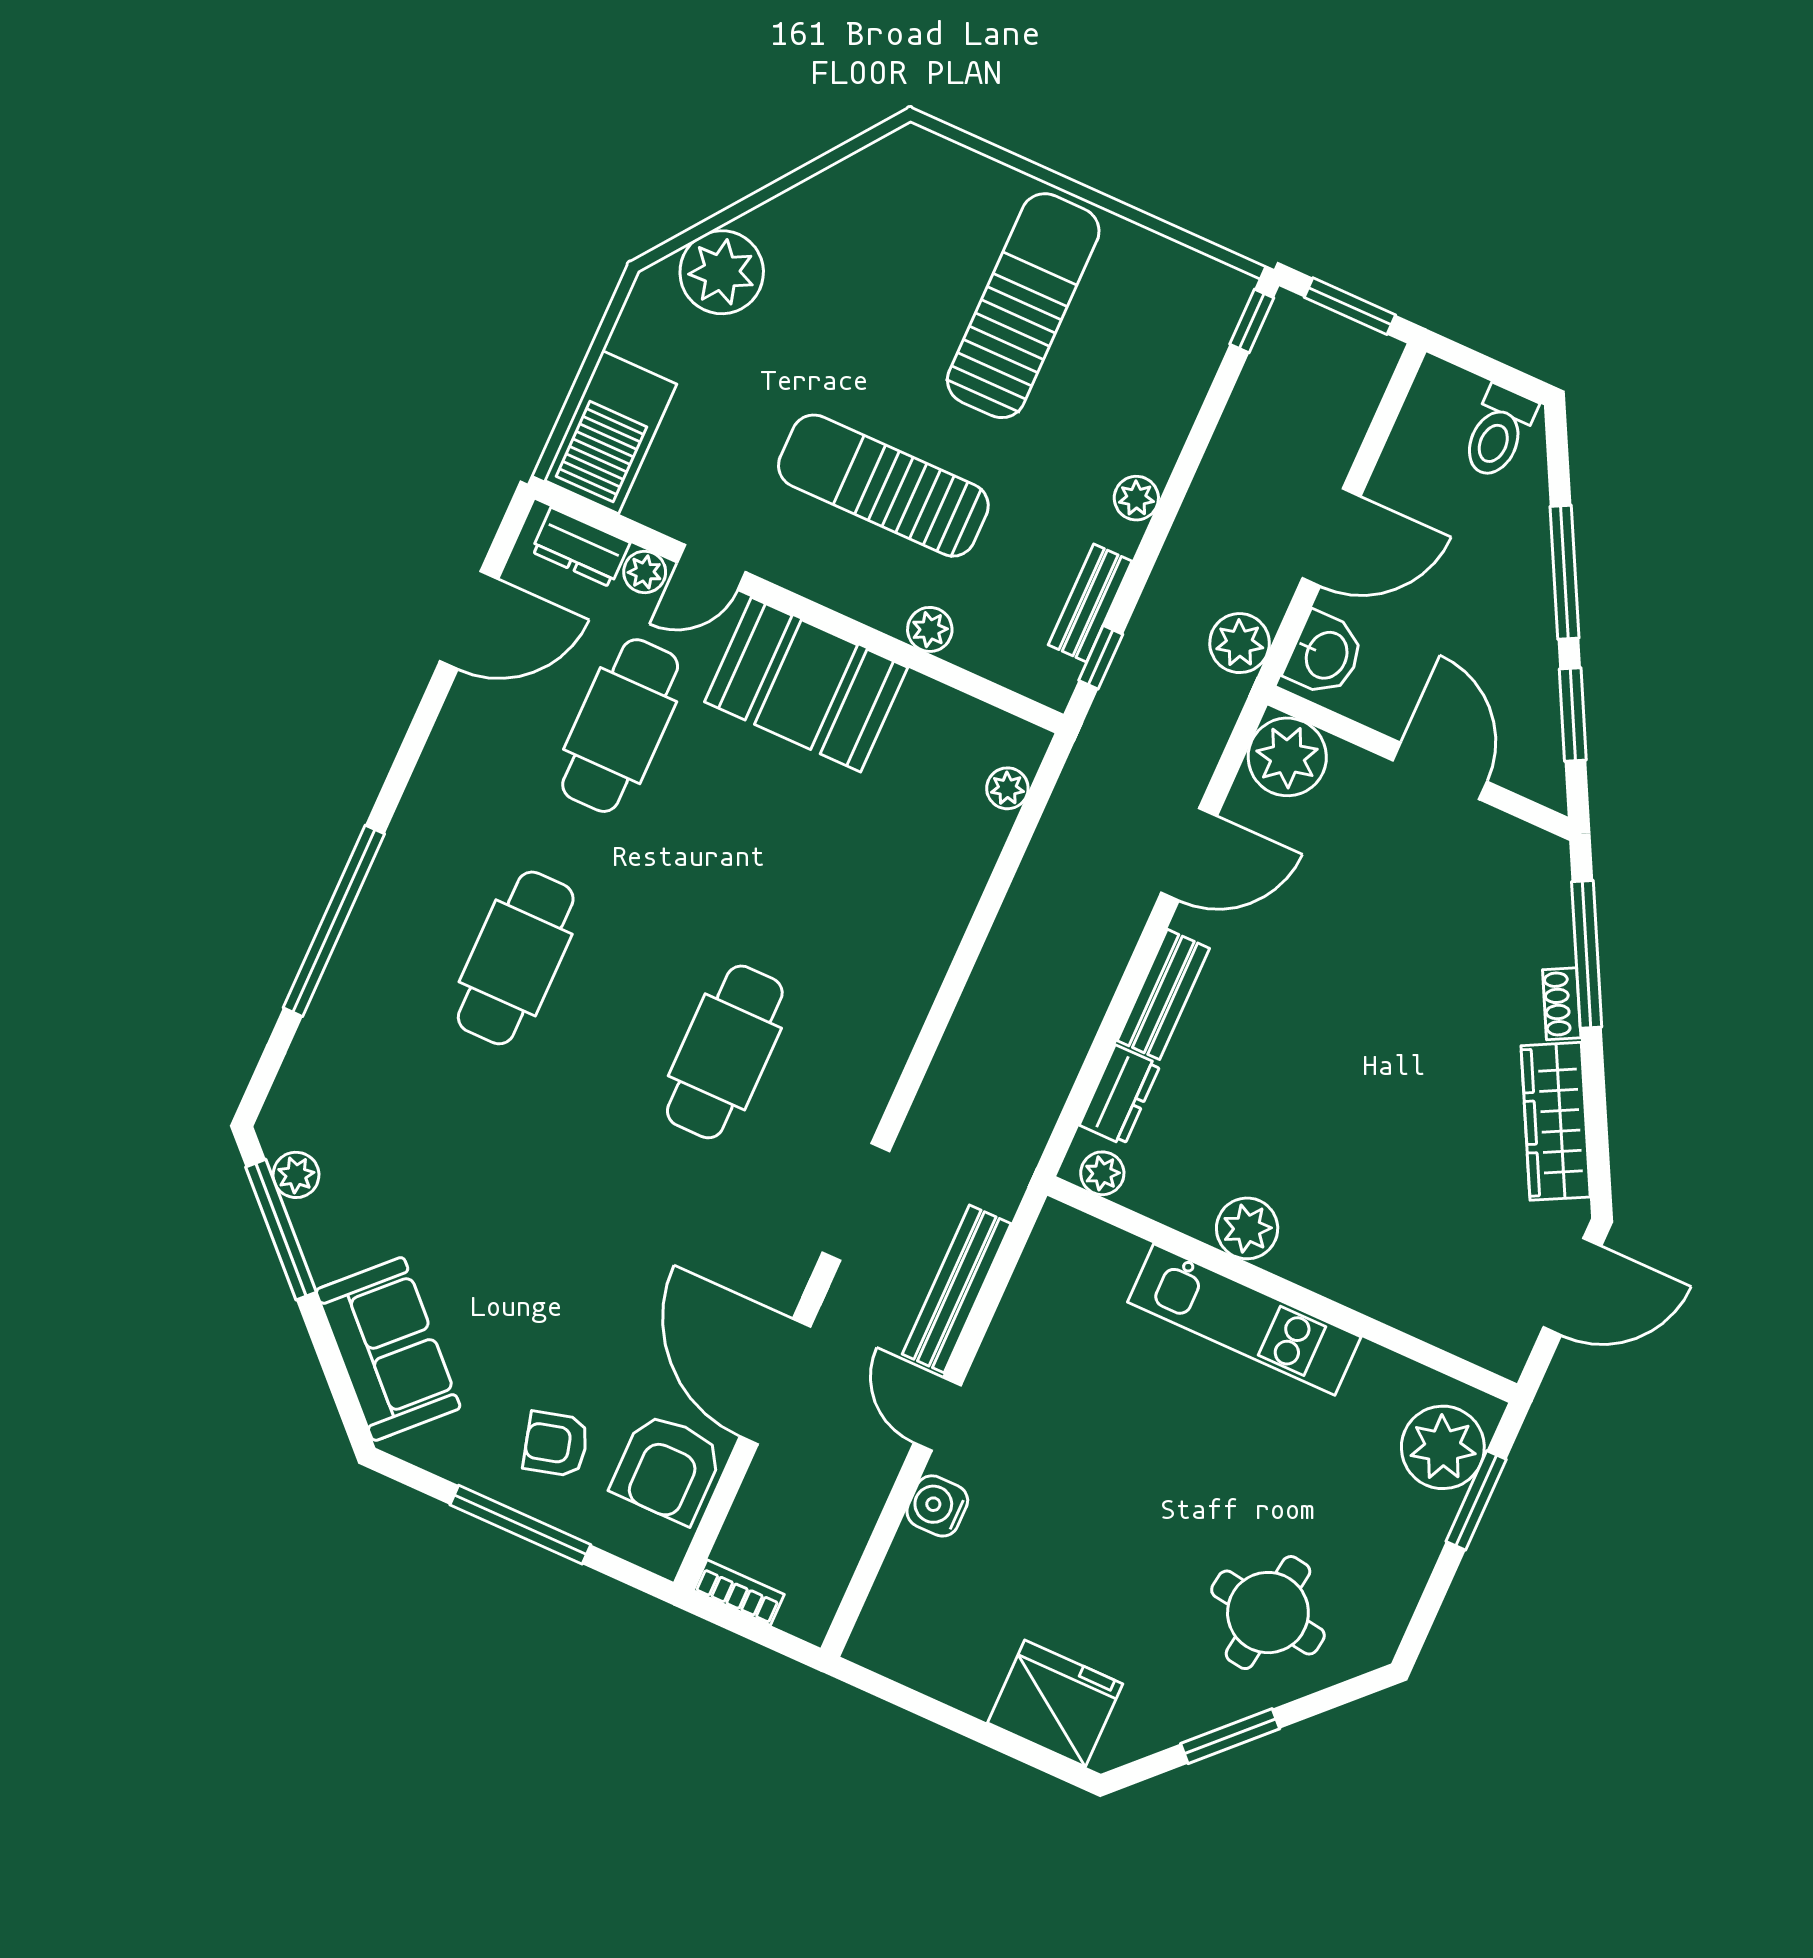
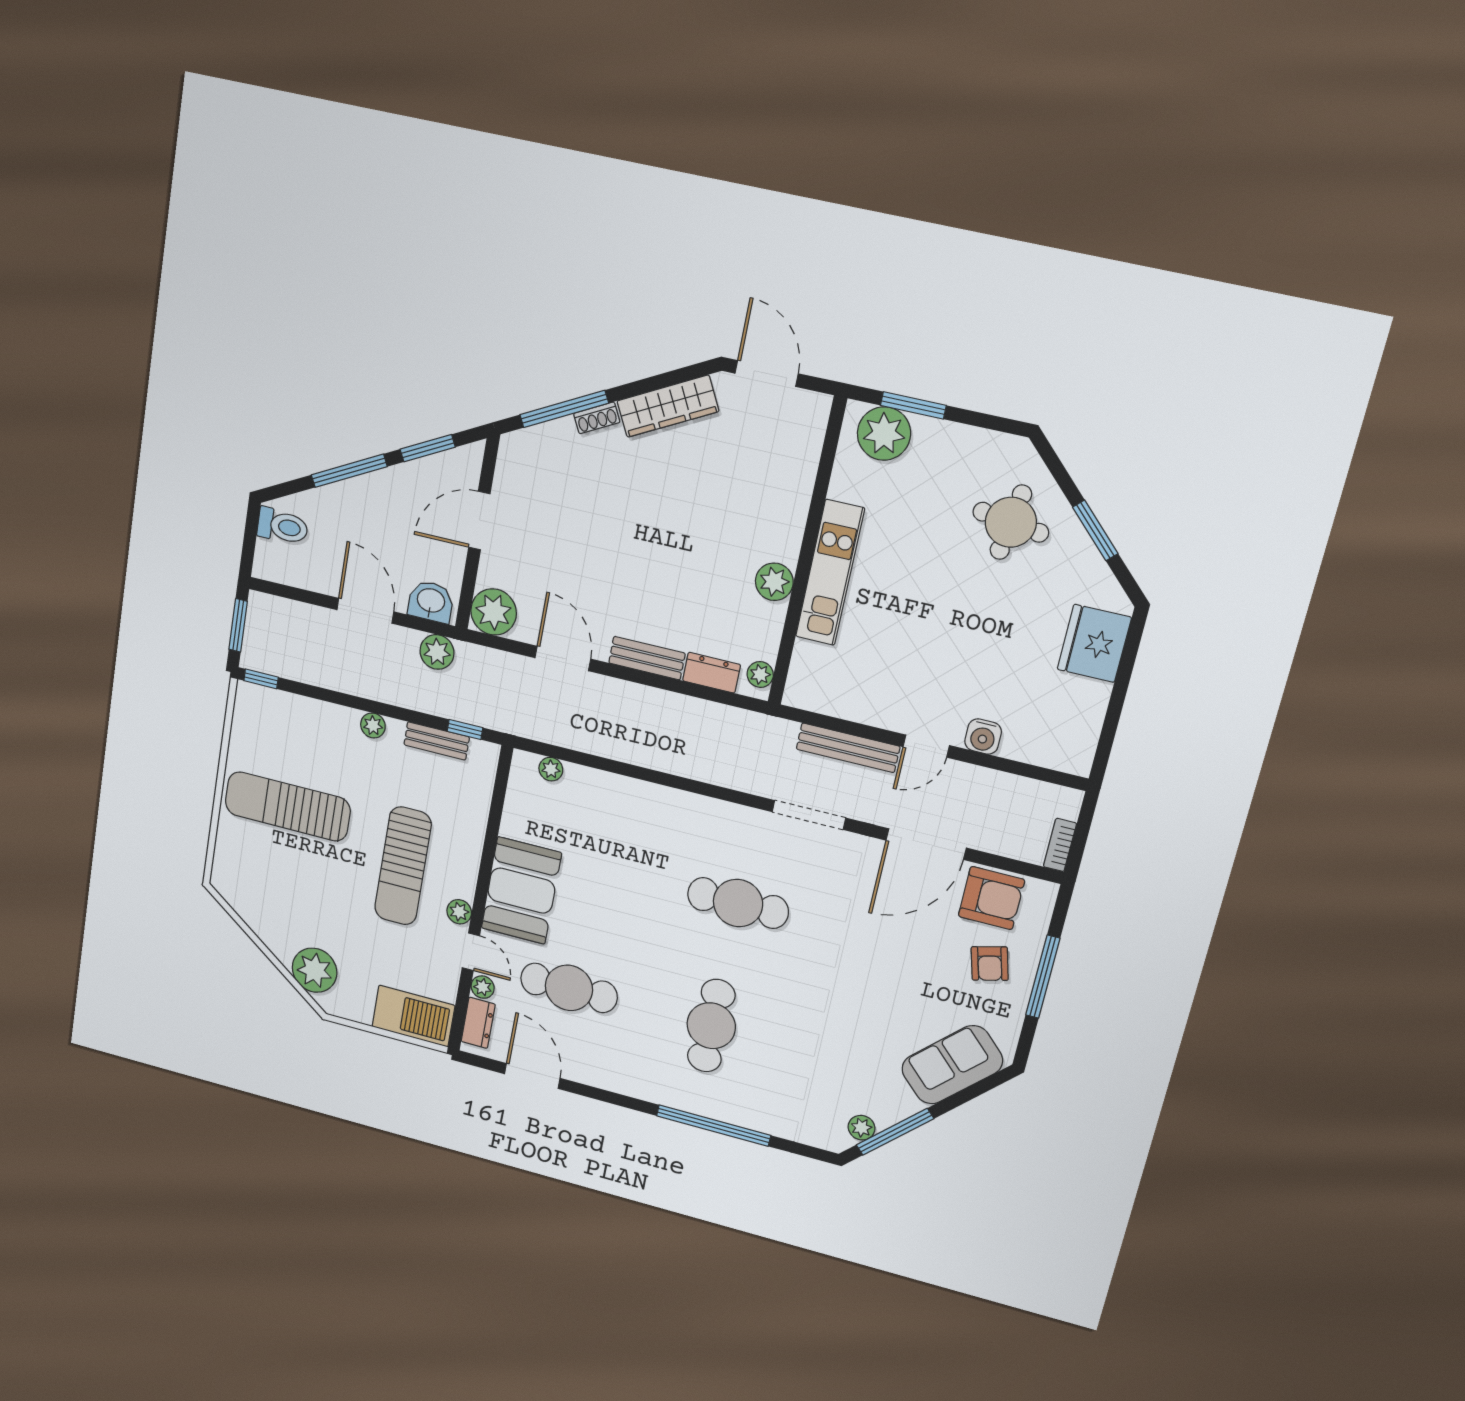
plant: (930, 629) -> (459, 912), moved
cafe table: (516, 958) -> (711, 1026), turned 90

